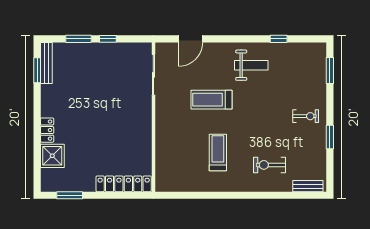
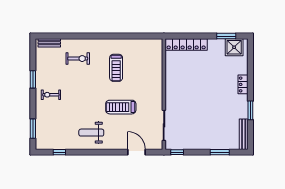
window: (108, 39) -> (177, 152), moved
door: (190, 39) -> (136, 152), hinge flipped
window: (279, 39) -> (59, 152), moved
window: (37, 70) -> (250, 110), moved
treadmill: (211, 100) -> (121, 107), turned 180
shower: (52, 156) -> (234, 47), moved

